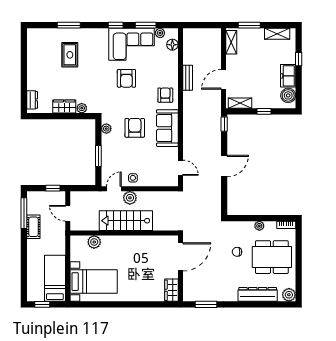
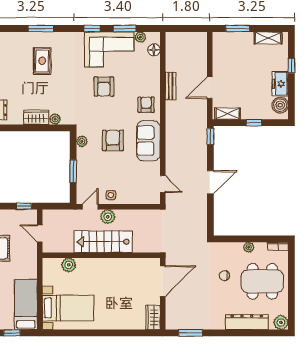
shelving: (231, 42) -> (218, 47), removed

